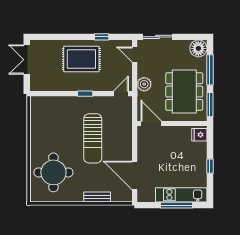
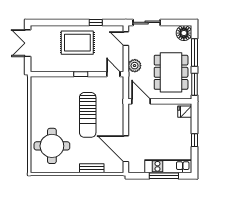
door: (121, 94) -> (113, 74), hinge flipped

